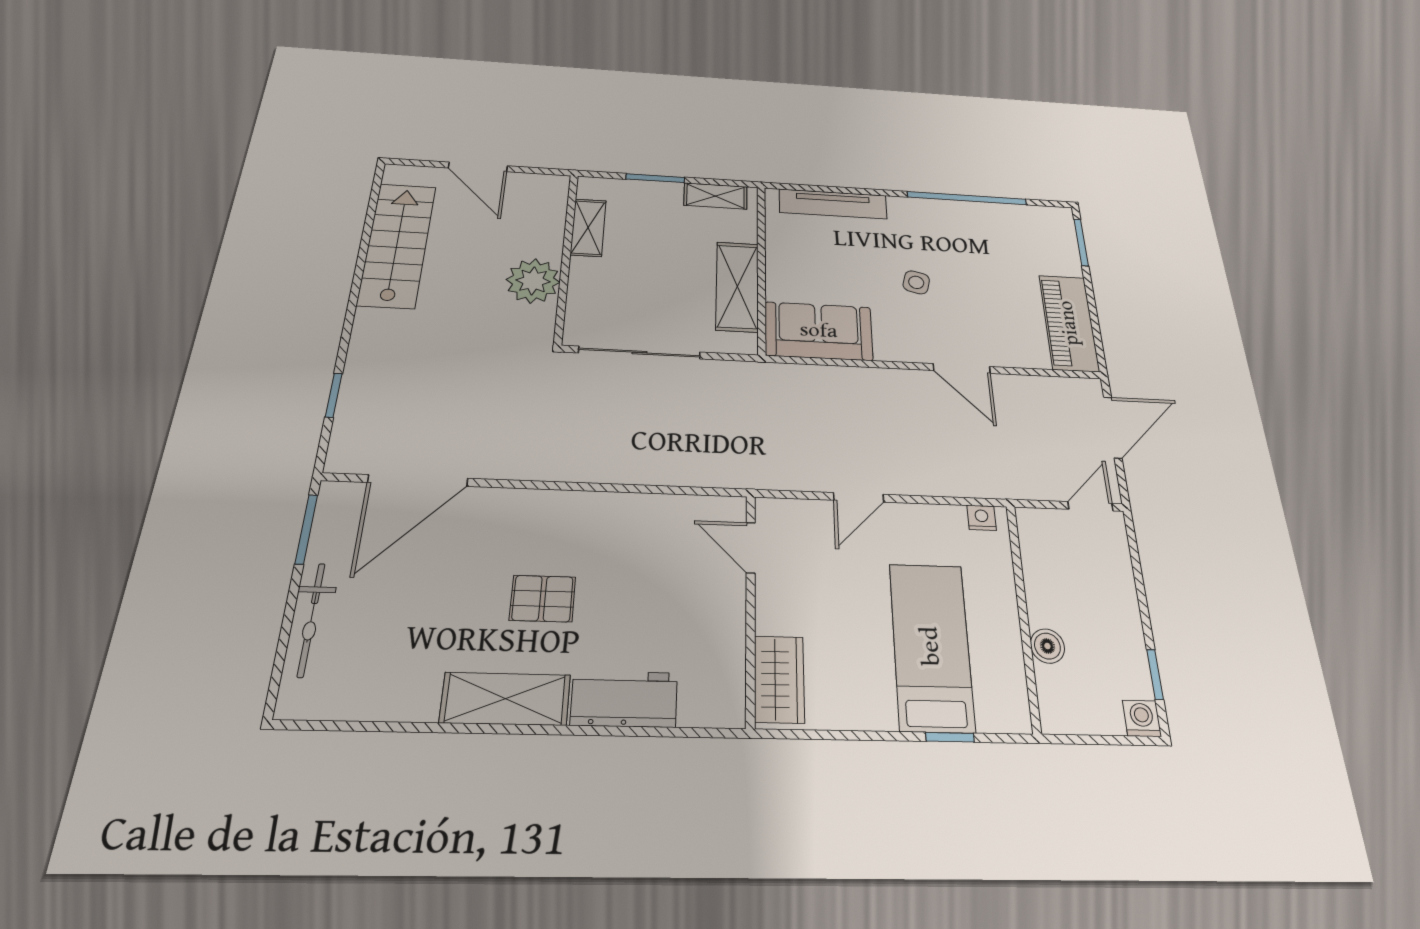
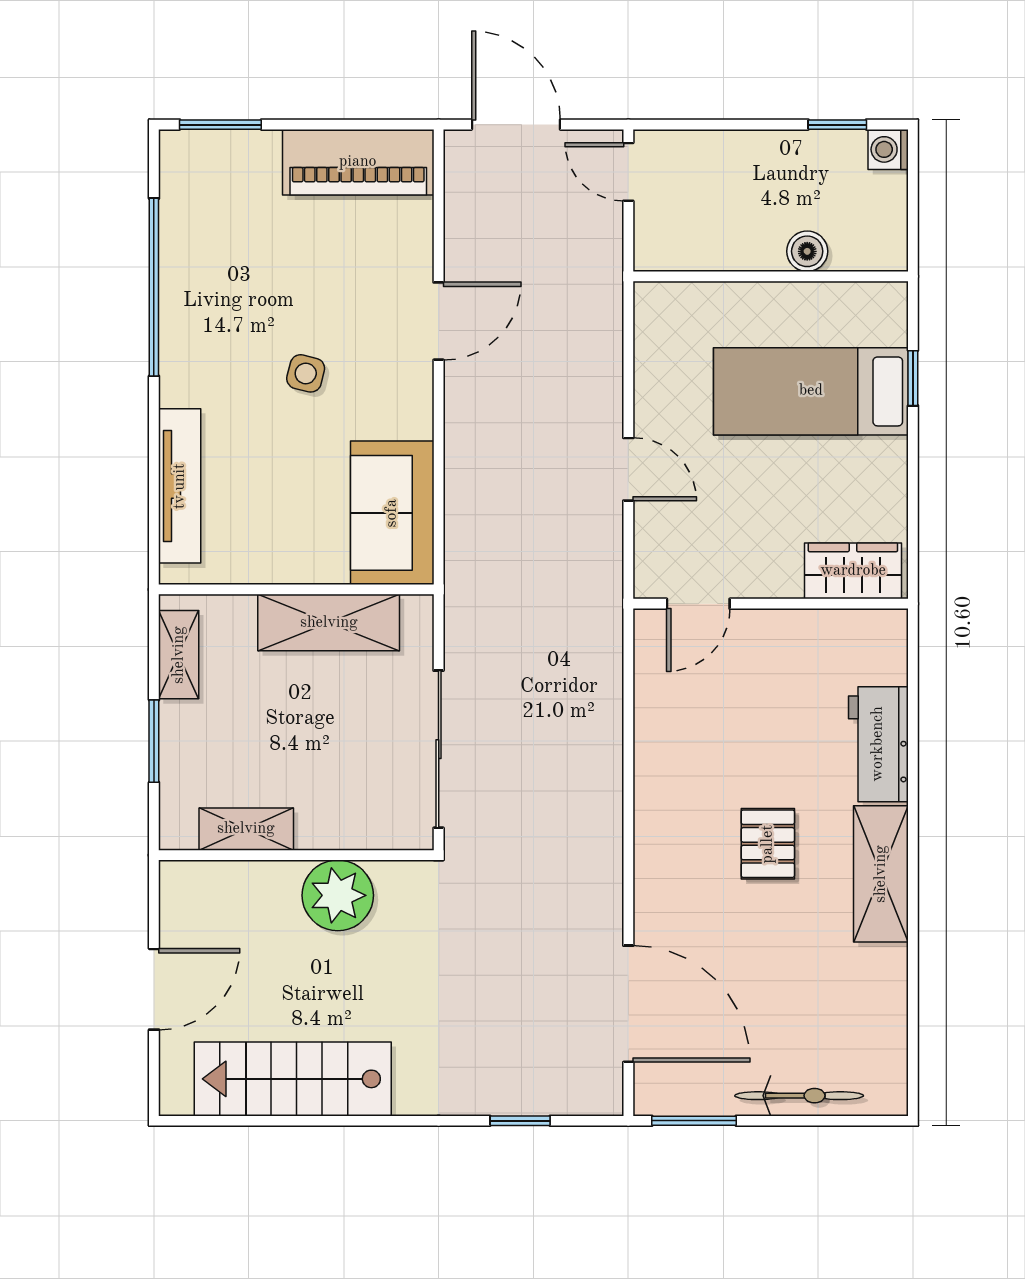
nightstand: (982, 518) -> (649, 315), removed

